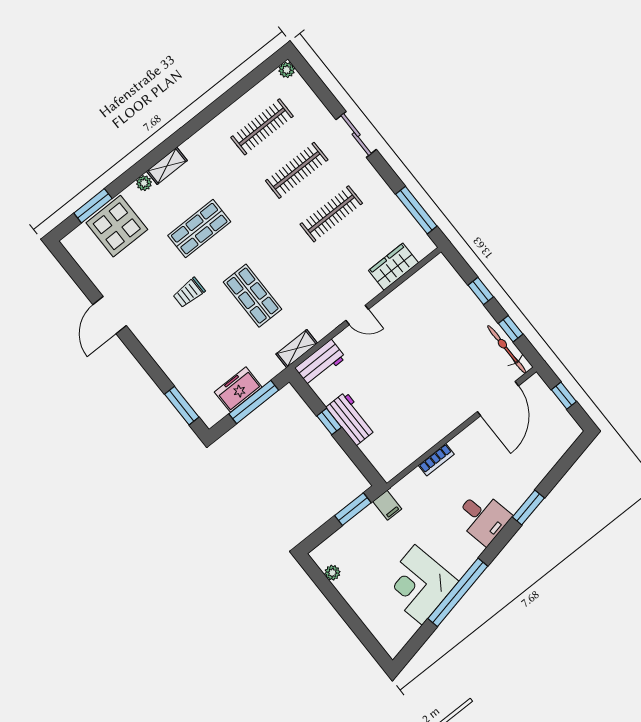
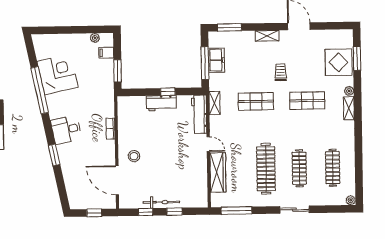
clothes rail: (331, 214) -> (266, 169), width x1.37, depth x1.31
shop shelf: (199, 229) -> (307, 101), turned 90
wardrobe: (393, 267) -> (218, 172), width x1.50
door: (357, 315) -> (208, 144), swing flipped
shelving: (155, 347) -> (267, 36), added
bicycle: (507, 349) -> (161, 202), moved
workbench: (320, 363) -> (199, 114), width x1.38
stool: (449, 401) -> (134, 156), added
filing cabinet: (387, 505) -> (106, 53), moved

